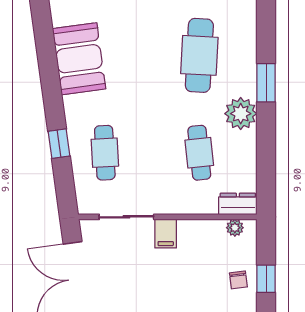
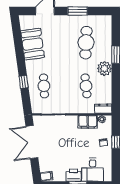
filing cabinet: (166, 234) -> (88, 122), moved, width x2.00

